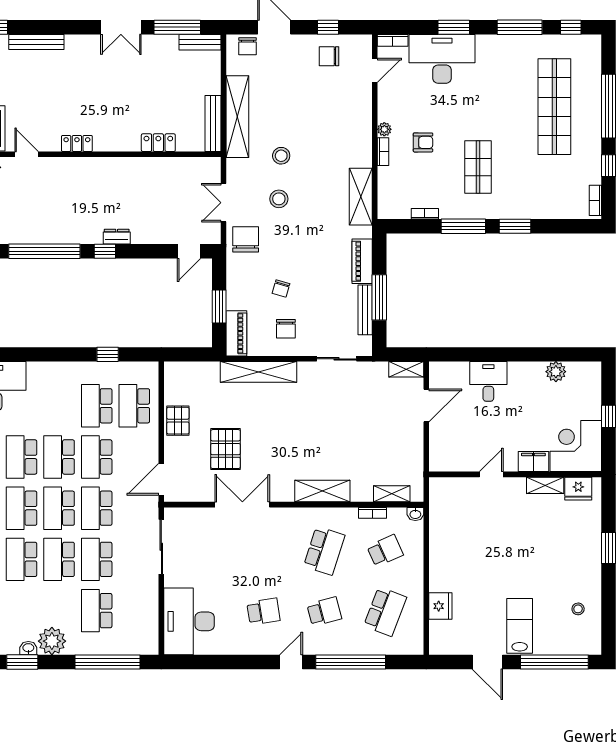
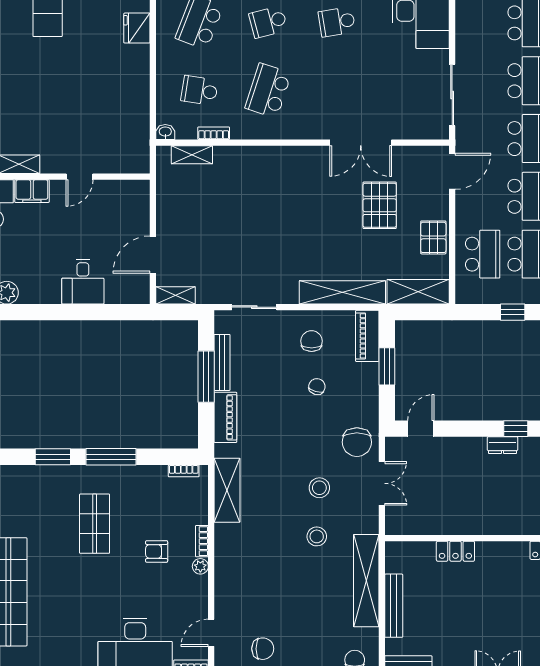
bench: (213, 124) -> (394, 606), moved
bookcase: (425, 214) -> (184, 471), moved
shelving: (322, 491) -> (418, 292), moved
school desk: (385, 551) -> (199, 91), turned 33

